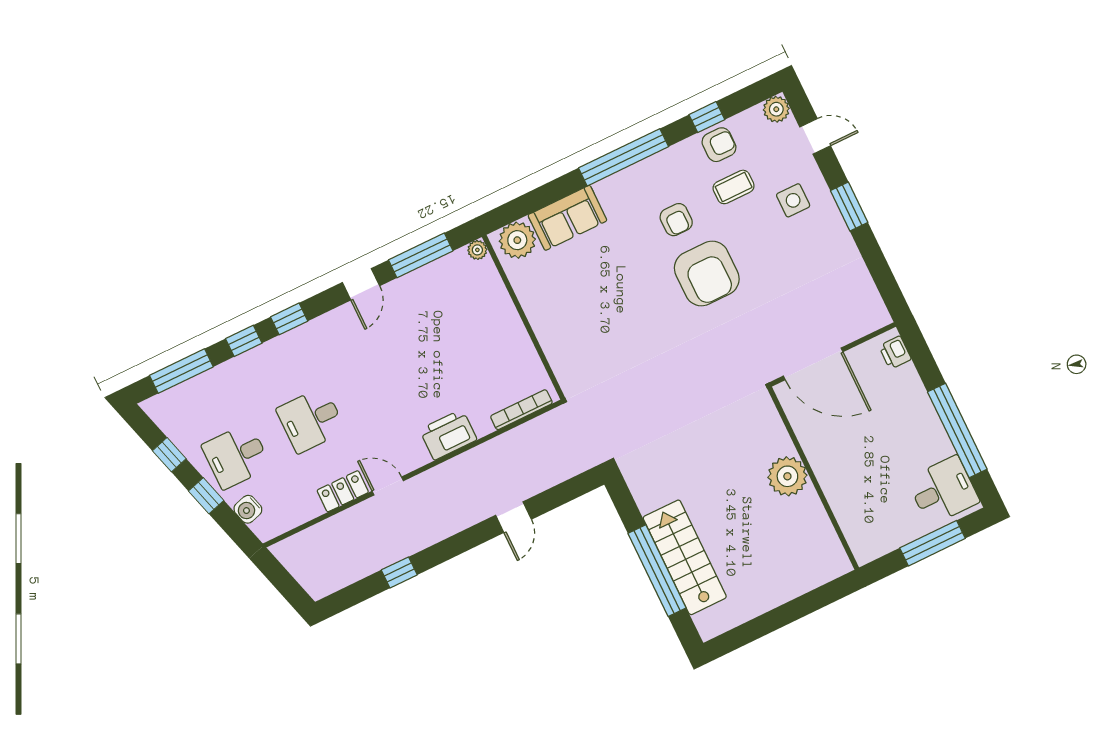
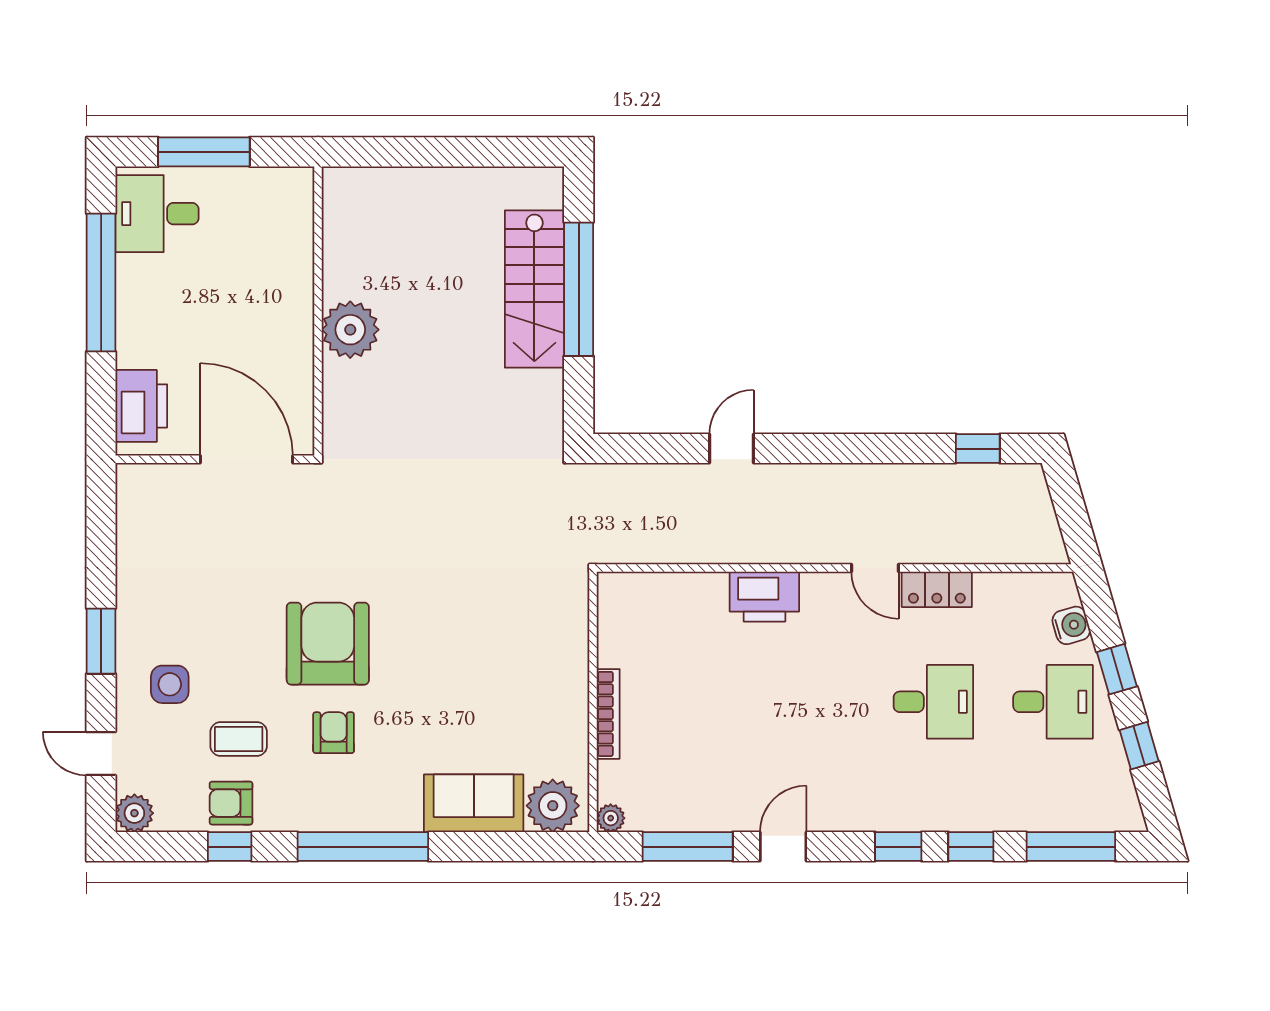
printer: (895, 353) -> (141, 406), width x1.87, depth x1.48
bookcase: (521, 410) -> (608, 714), moved, turned -90
window: (399, 572) -> (978, 449), moved

